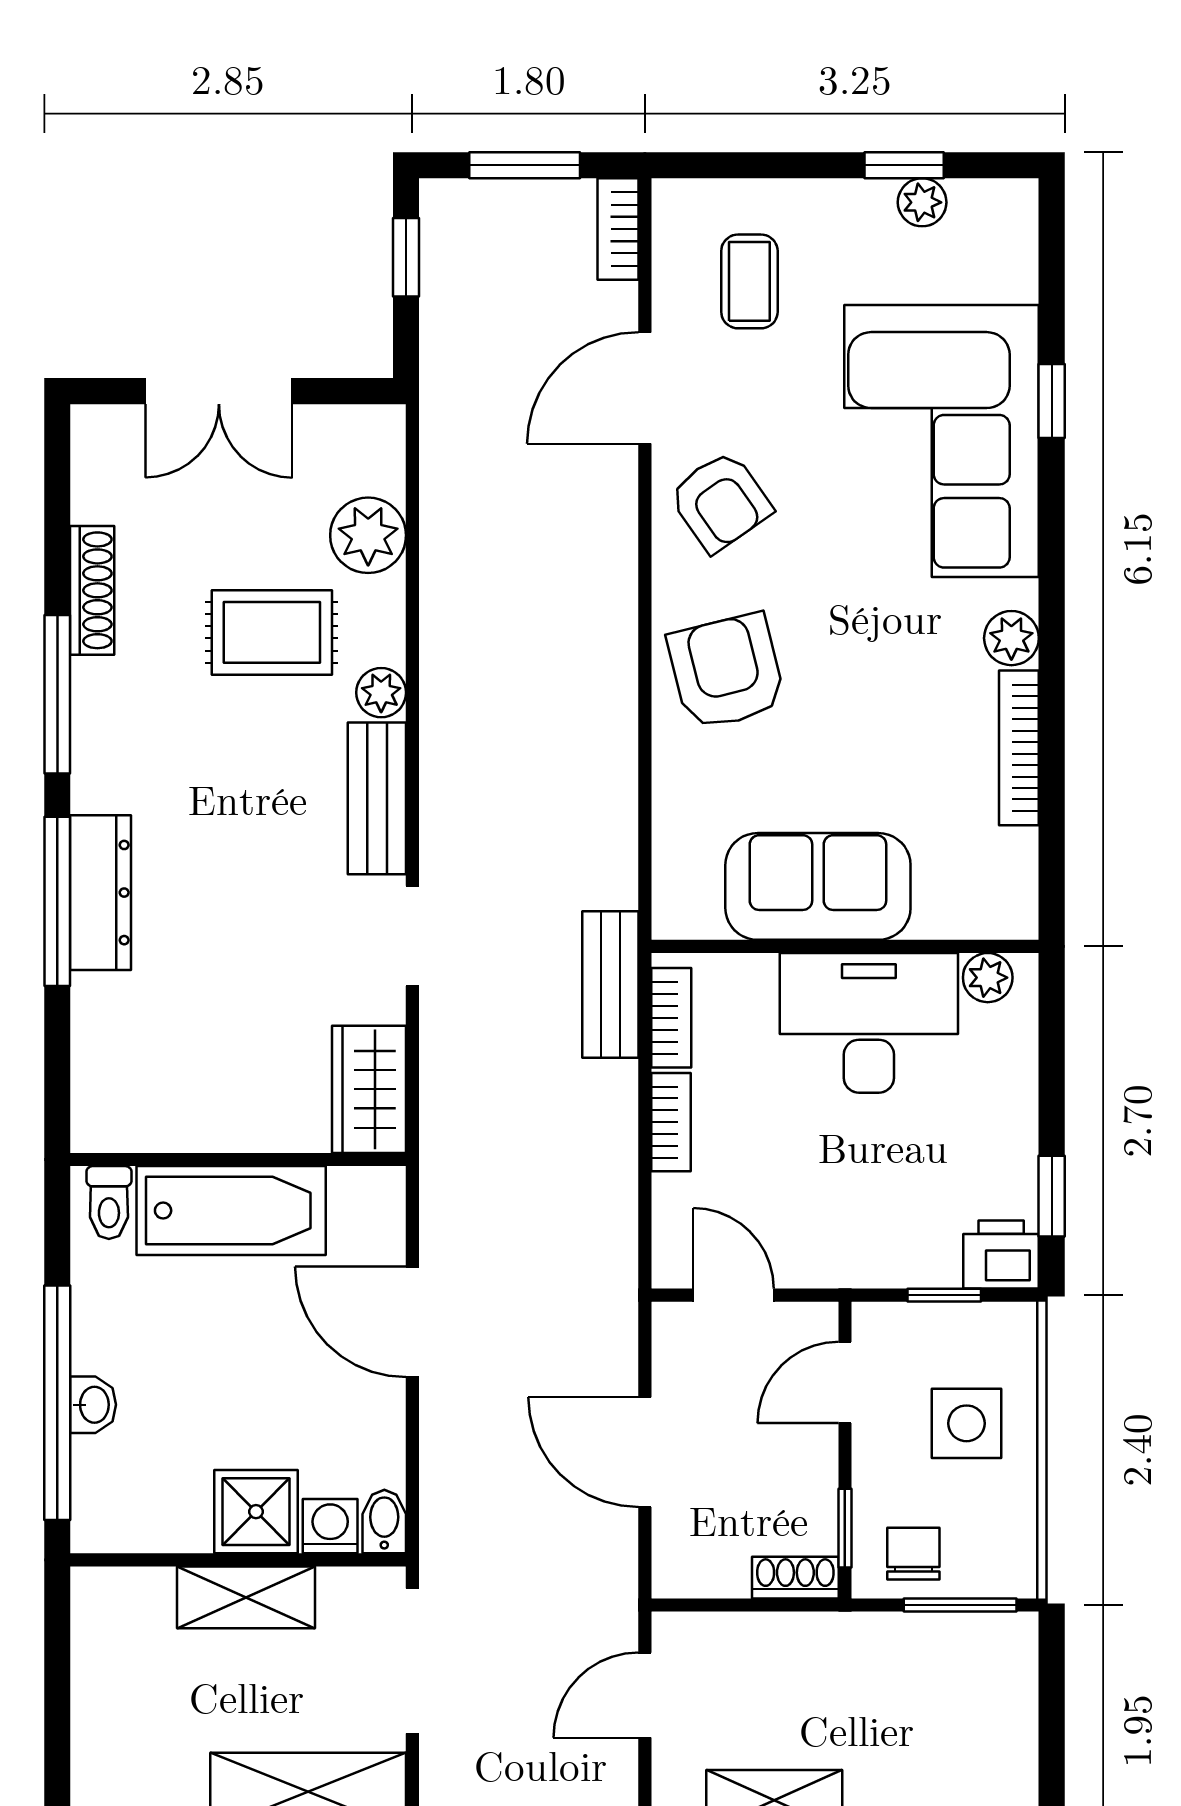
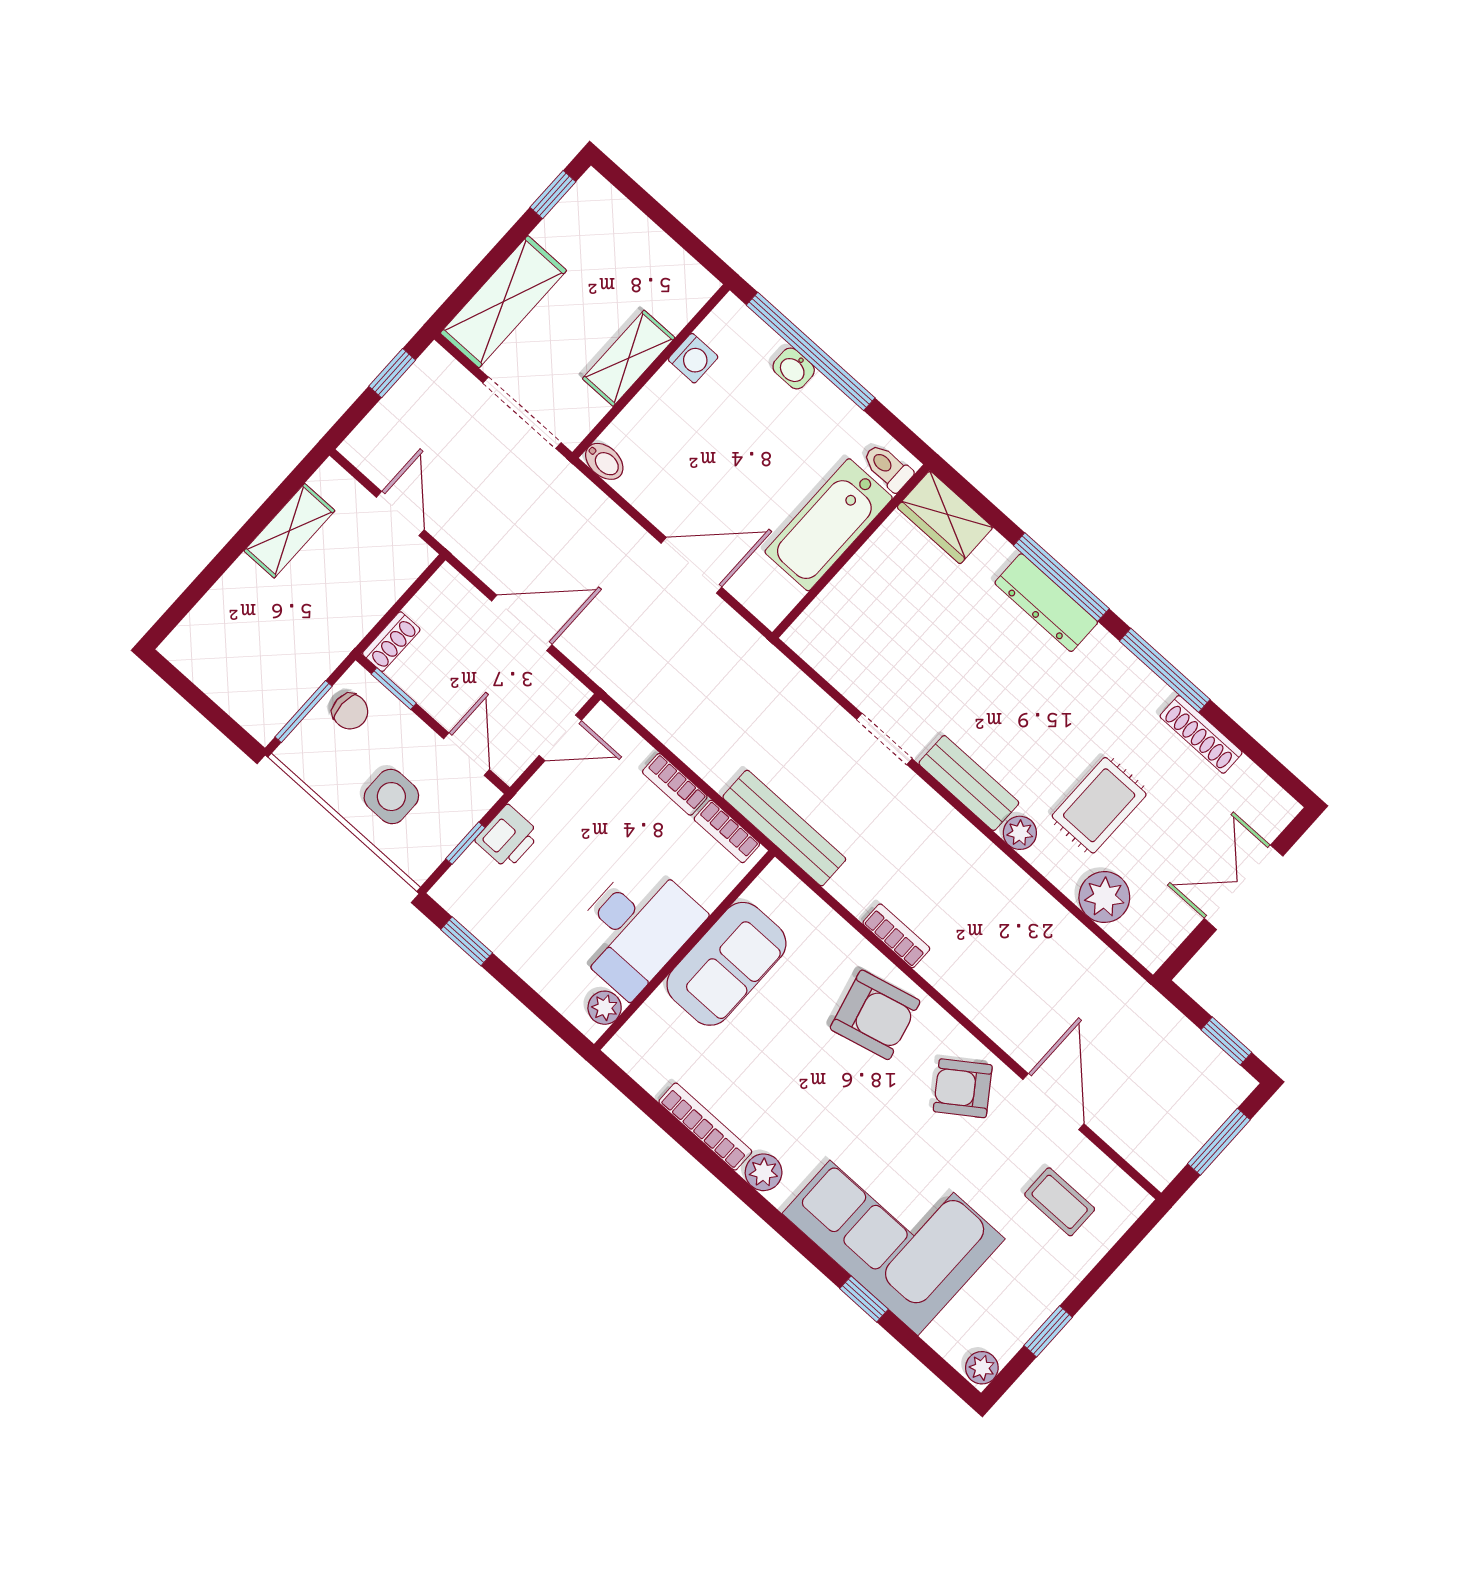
plant: (922, 202) -> (982, 1368), moved
bookcase: (618, 229) -> (896, 936), moved
bench: (610, 984) -> (784, 828), width x1.36
wardrobe: (369, 1089) -> (945, 517), moved, turned 180
printer: (1001, 1254) -> (508, 837), moved
shower: (256, 1512) -> (667, 402), removed
washing machine: (330, 1526) -> (693, 358), moved

